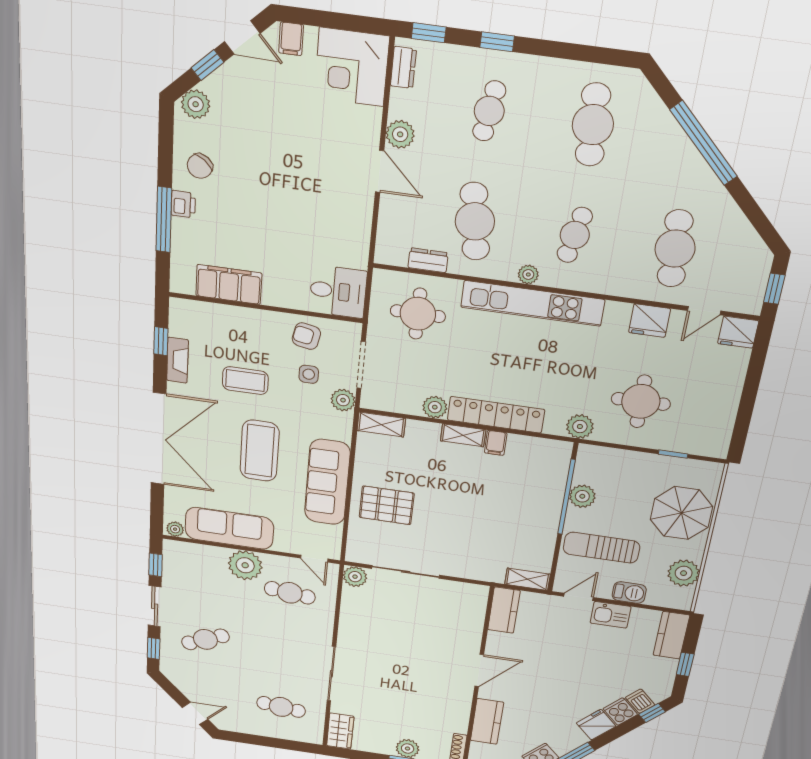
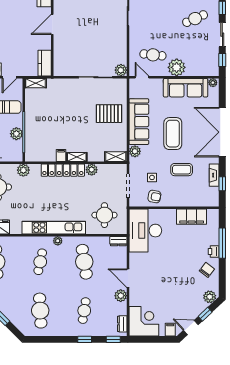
dresser: (428, 260) -> (118, 241), moved
desk: (338, 291) -> (145, 231), width x1.87, depth x1.30
plant: (343, 400) -> (135, 151), moved

